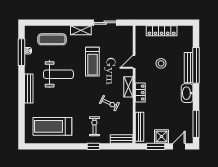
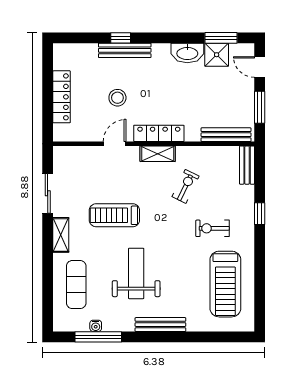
treadmill: (92, 62) -> (114, 215), turned 180
door: (134, 62) -> (115, 144), swing flipped
window: (196, 65) -> (121, 38), width x0.32
locker: (140, 93) -> (159, 133), width x1.53
washbasin: (187, 93) -> (187, 53), moved
window: (196, 124) -> (221, 38), width x0.69
exercise bike: (94, 126) -> (213, 228), moved
shower: (162, 136) -> (217, 55), moved

